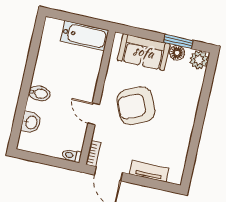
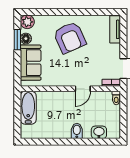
armchair: (136, 106) -> (70, 38), moved
tv unit: (149, 171) -> (115, 29), moved

